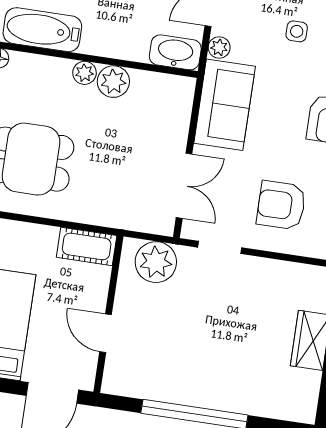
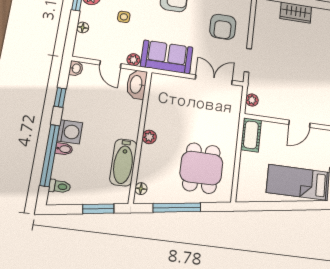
plant: (113, 82) -> (154, 120), removed
plant: (156, 262) -> (252, 100), width x0.53, depth x0.53

